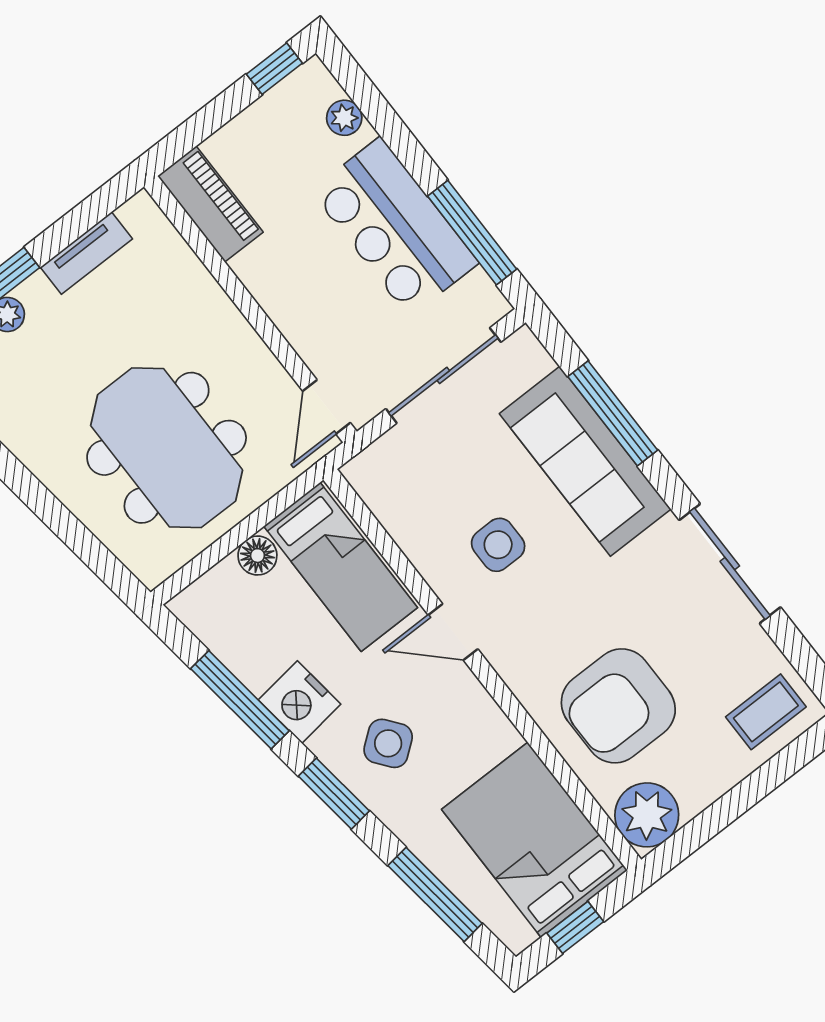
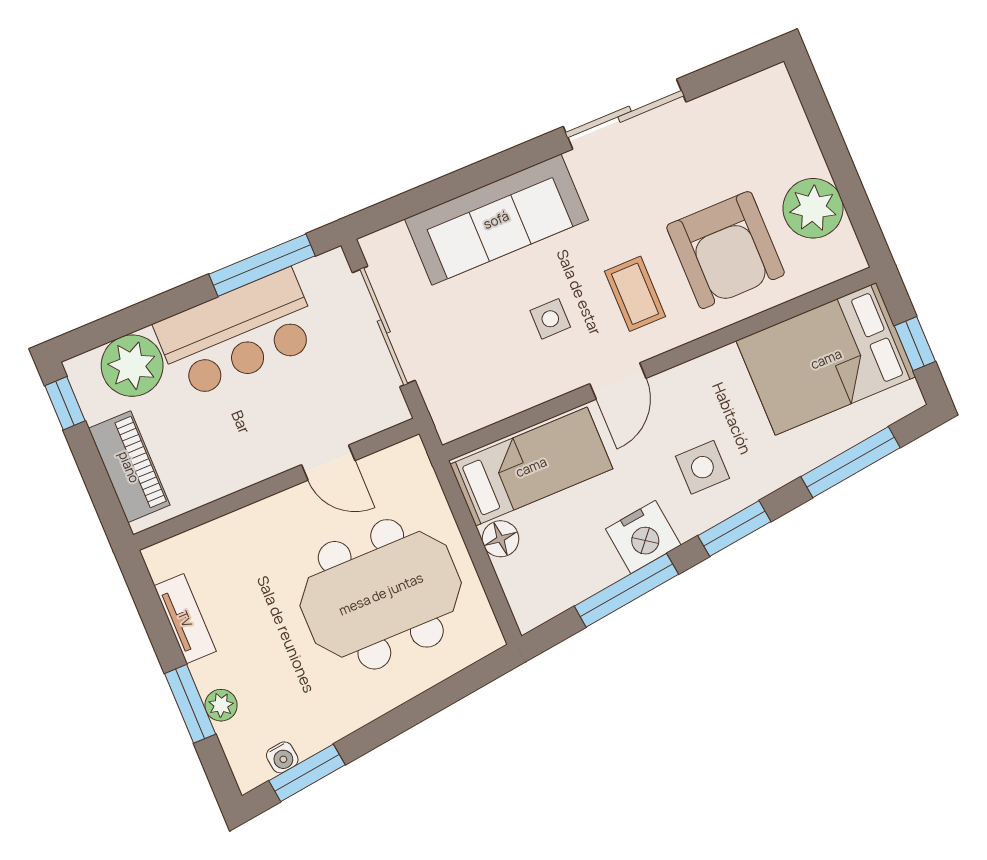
plant: (344, 118) -> (132, 366), width x1.88, depth x1.88
piano: (210, 204) -> (129, 467), moved, turned 90
door: (326, 407) -> (328, 463), moved
window: (613, 413) -> (460, 183), removed
side table: (498, 545) -> (550, 319), width x0.73, depth x0.73
coffee table: (766, 712) -> (635, 294), moved
side table: (388, 743) -> (702, 467), turned 38
plant: (647, 815) -> (813, 208), moved

